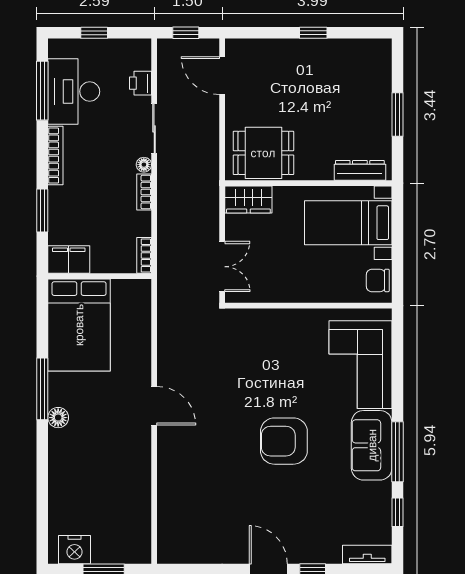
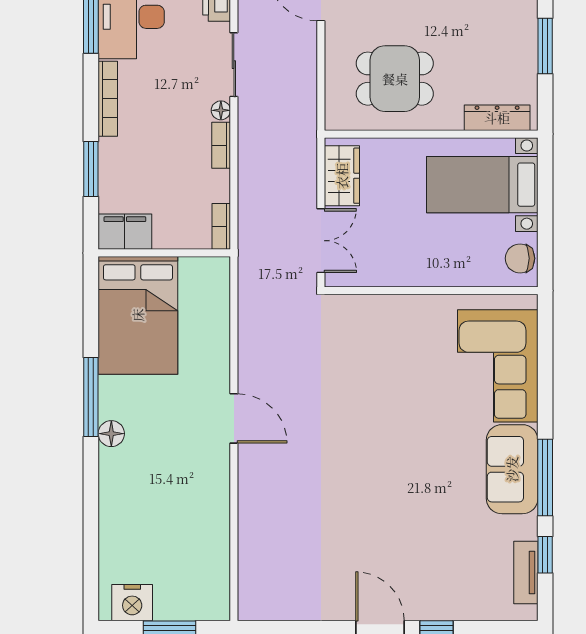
dining table: (263, 153) -> (395, 79), moved
wardrobe: (248, 200) -> (342, 176), moved, turned -90
armchair: (284, 441) -> (400, 464), removed
tv unit: (367, 554) -> (526, 572), moved, turned -90

